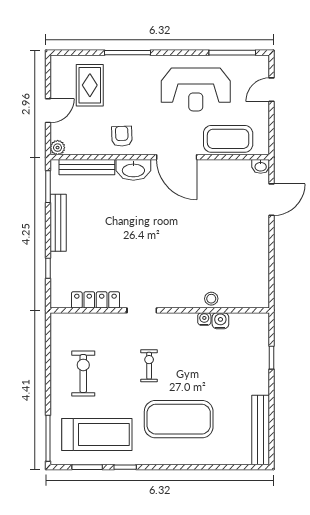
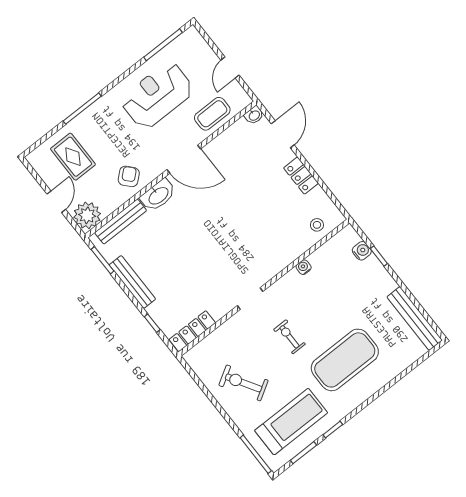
reception desk: (196, 89) -> (157, 95), turned 180
door: (271, 90) -> (230, 68), moved
armchair: (122, 136) -> (129, 176), turned 50
coffee table: (228, 139) -> (212, 114), width x0.73, depth x0.76
plant: (58, 148) -> (87, 215), width x1.87, depth x1.87
locker: (260, 244) -> (301, 176), added
stool: (211, 299) -> (317, 225), moved
locker: (95, 300) -> (192, 331), moved
water cooler: (220, 321) -> (362, 251), moved, turned 90
exercise bike: (83, 374) -> (244, 383), turned -31

